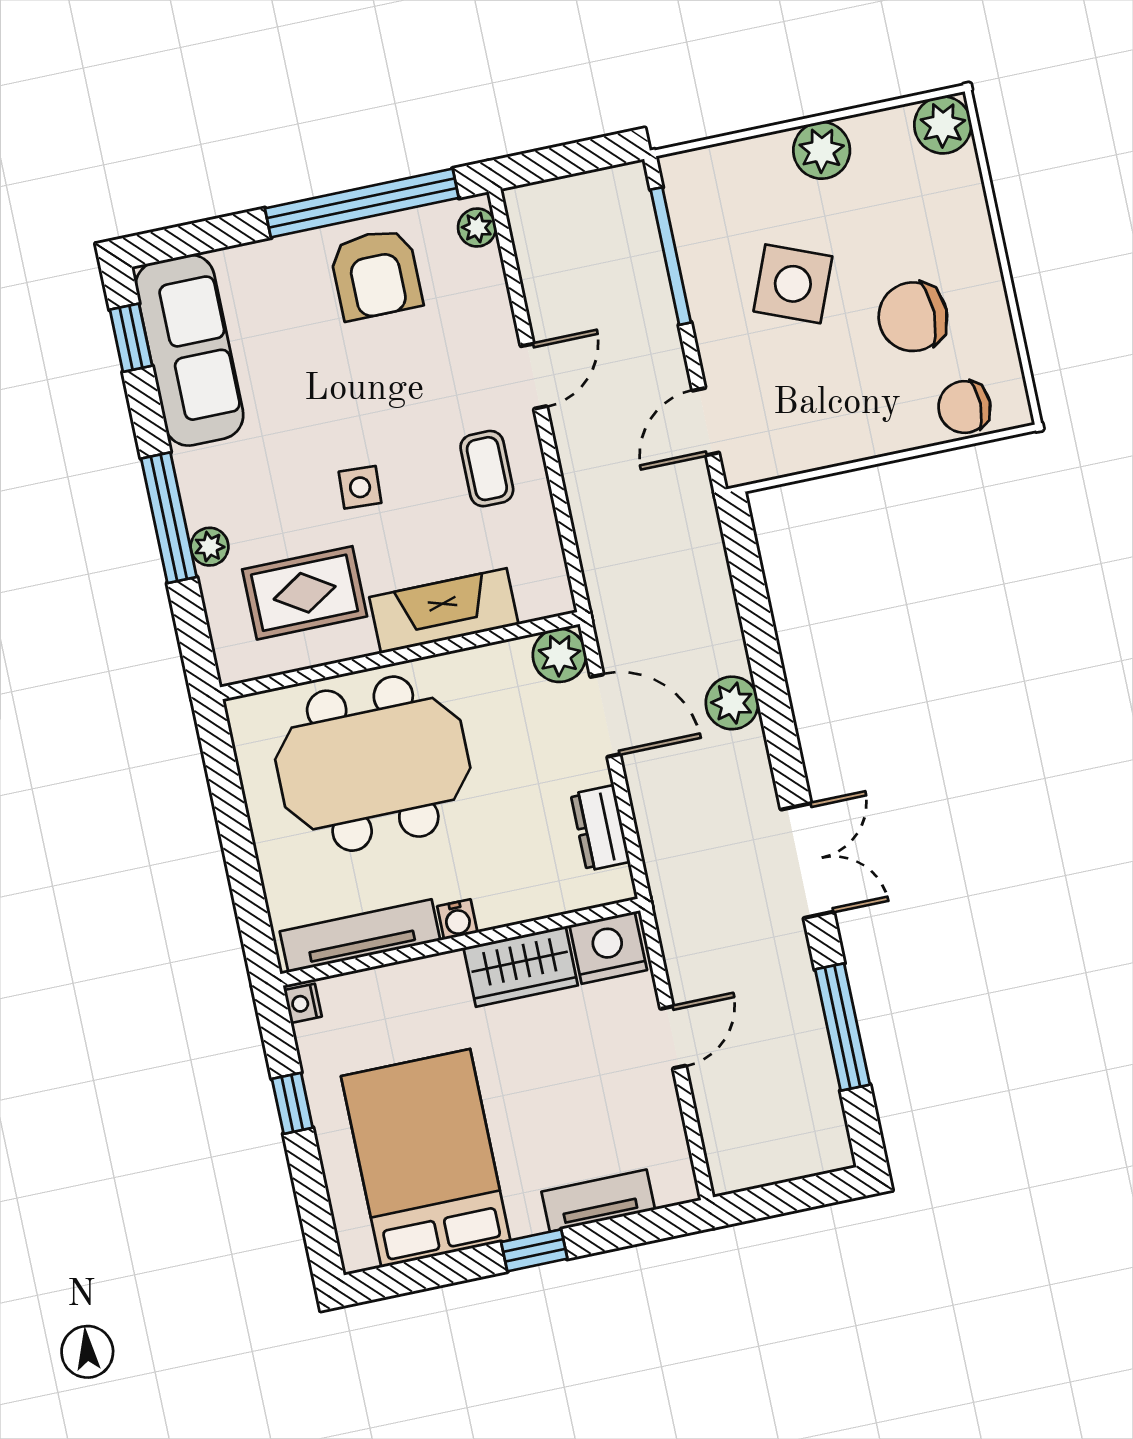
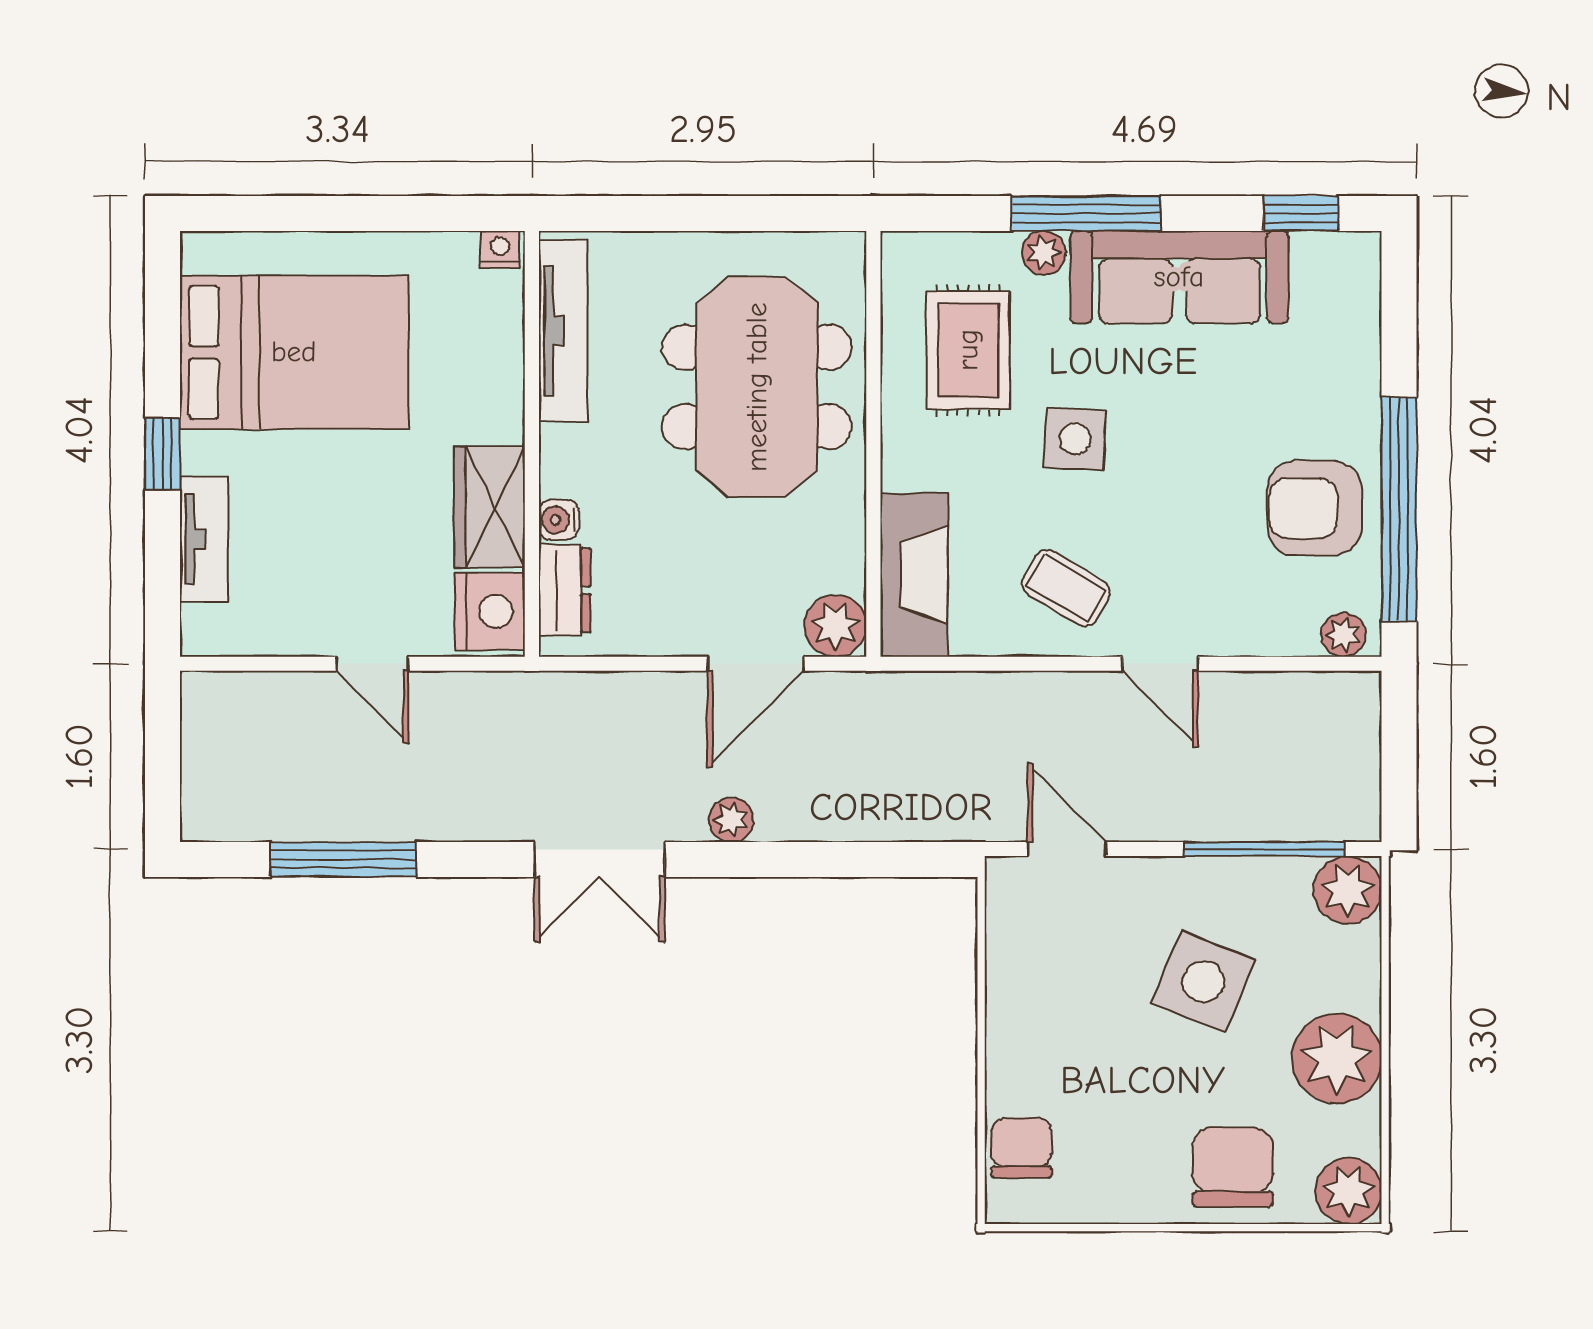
plant: (822, 150) -> (1337, 1059), width x1.36, depth x1.36
plant: (690, 179) -> (1348, 890), added
chair: (913, 317) -> (1233, 1167), moved
sofa: (189, 350) -> (1179, 277), moved
coffee table: (487, 469) -> (1066, 588), turned 31
side table: (360, 487) -> (1075, 439), width x1.37, depth x1.37
fireplace: (444, 611) -> (914, 575), moved
plant: (732, 703) -> (731, 820), width x0.73, depth x0.73
dresser: (600, 828) -> (565, 590), moved, turned 90
double door: (807, 861) -> (600, 859), moved
water cooler: (457, 919) -> (559, 520), moved
window: (292, 1103) -> (388, 213), removed

